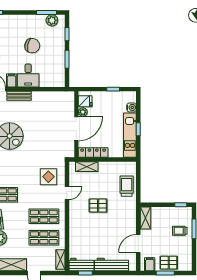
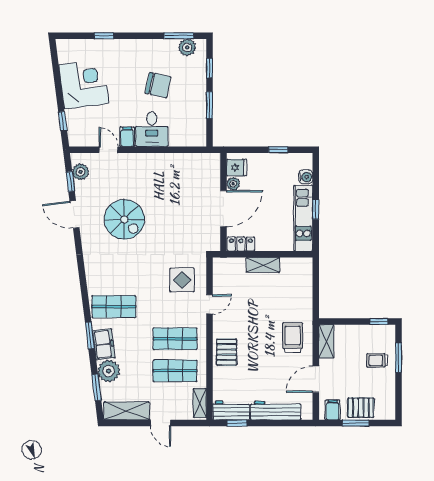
bench: (19, 96) -> (138, 160), removed
locker: (93, 153) -> (241, 244), width x0.66
shelving: (87, 167) -> (263, 265), moved
trolley: (127, 186) -> (293, 338), moved
pallet: (98, 206) -> (227, 352), moved, turned 90

